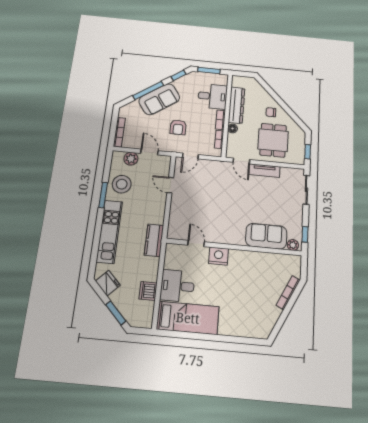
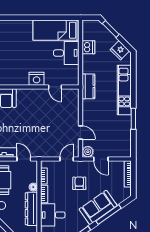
plant: (131, 159) -> (88, 152), moved
stool: (122, 184) -> (120, 129), removed

